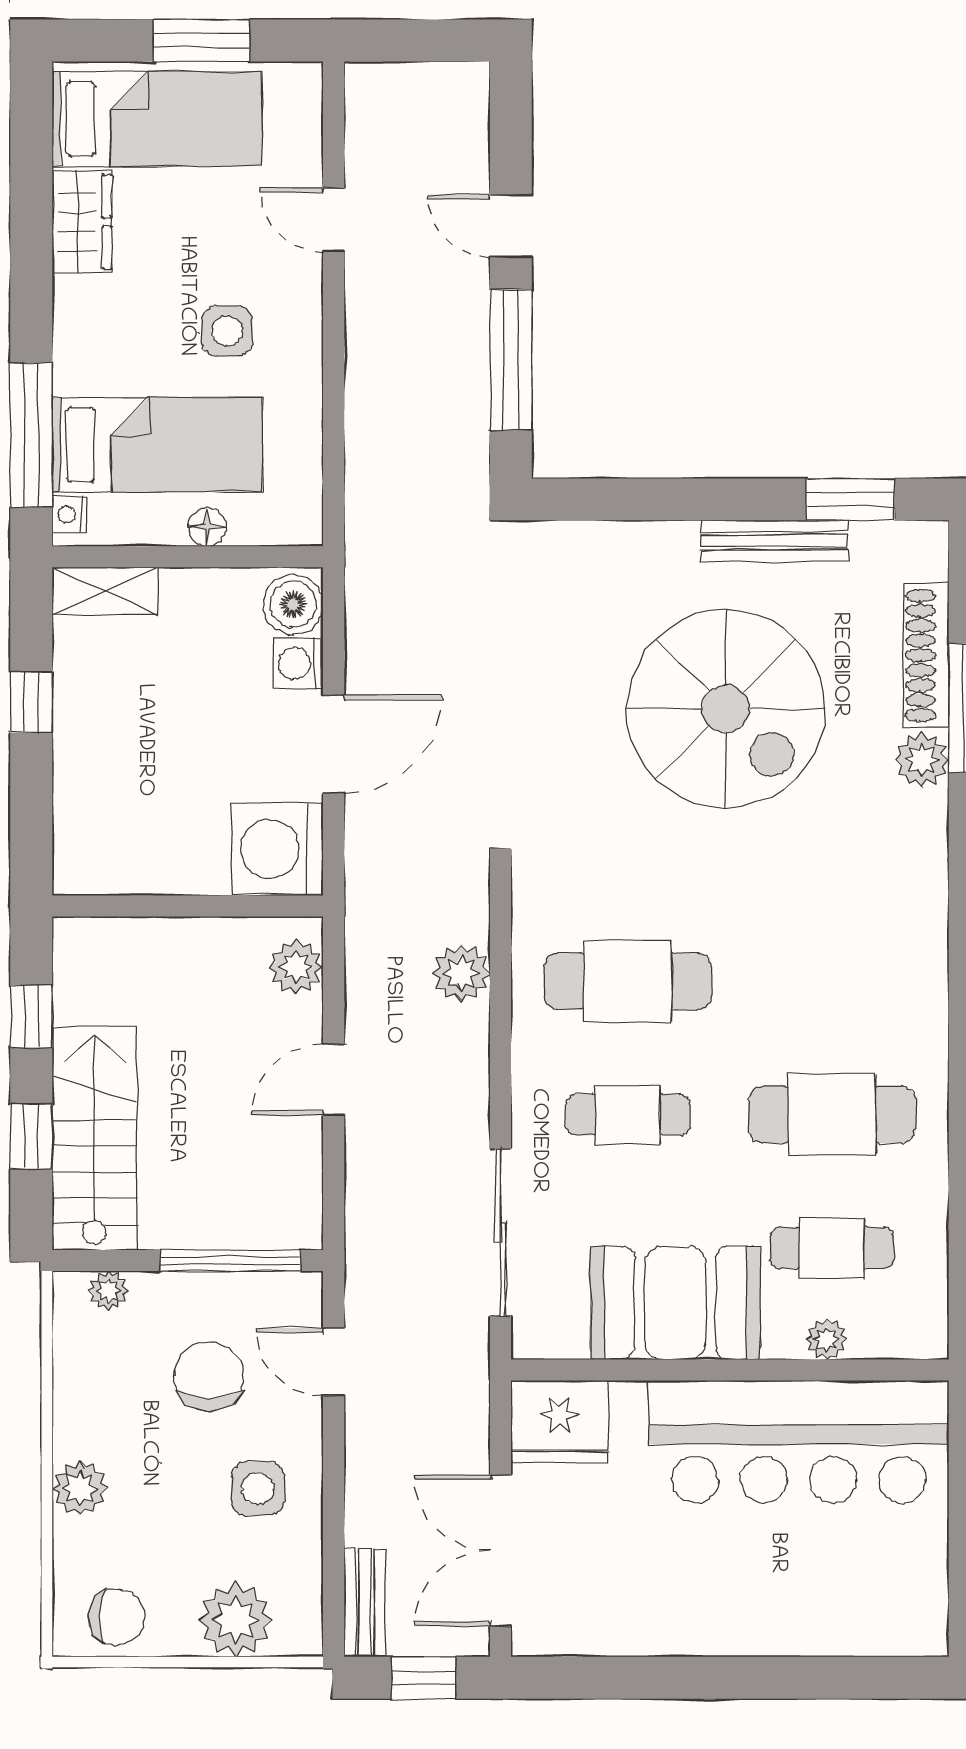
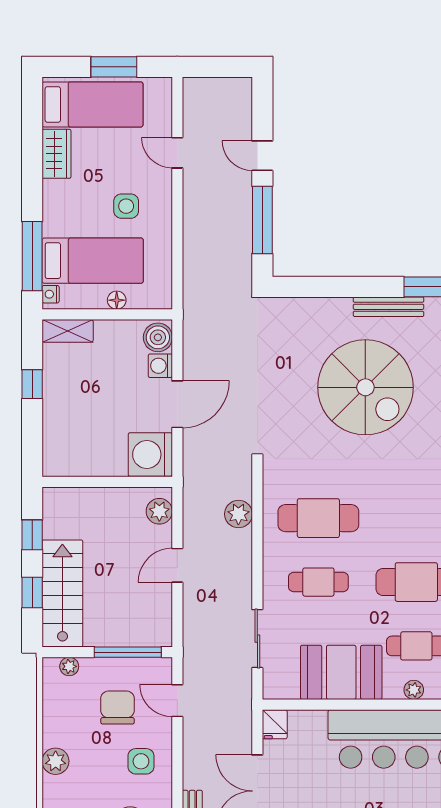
sliding door: (500, 1233) -> (257, 639), width x0.73
fridge: (559, 1422) -> (275, 724), width x0.53, depth x0.75

